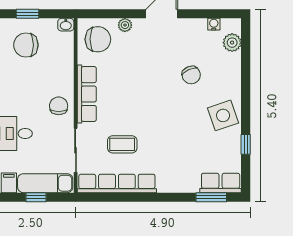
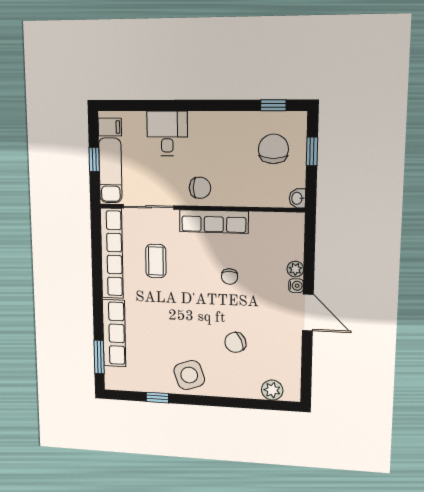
water cooler: (214, 24) -> (296, 286), moved
chair: (98, 39) -> (230, 277), moved, width x0.54, depth x0.54
row of seats: (221, 183) -> (114, 333), moved, width x1.48

